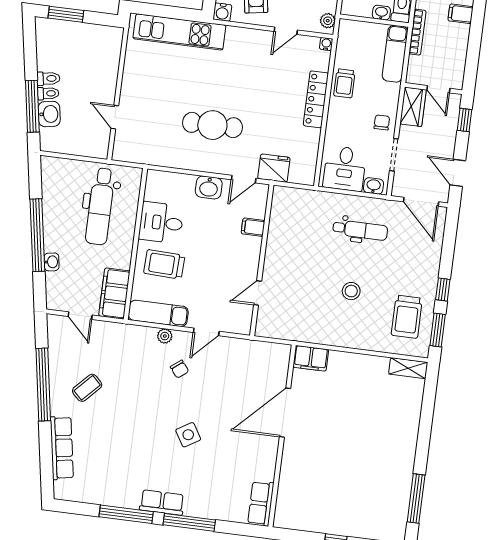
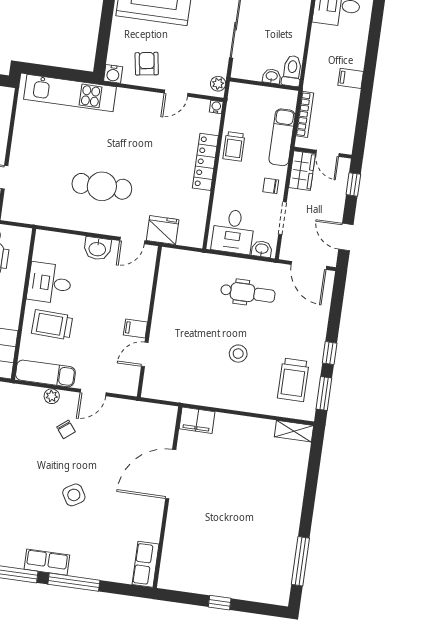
bookcase: (417, 32) -> (305, 114), moved
exam couch: (395, 54) -> (282, 137), moved
chair: (382, 122) -> (271, 186), turned -90
filing cabinet: (253, 227) -> (135, 328), moved

